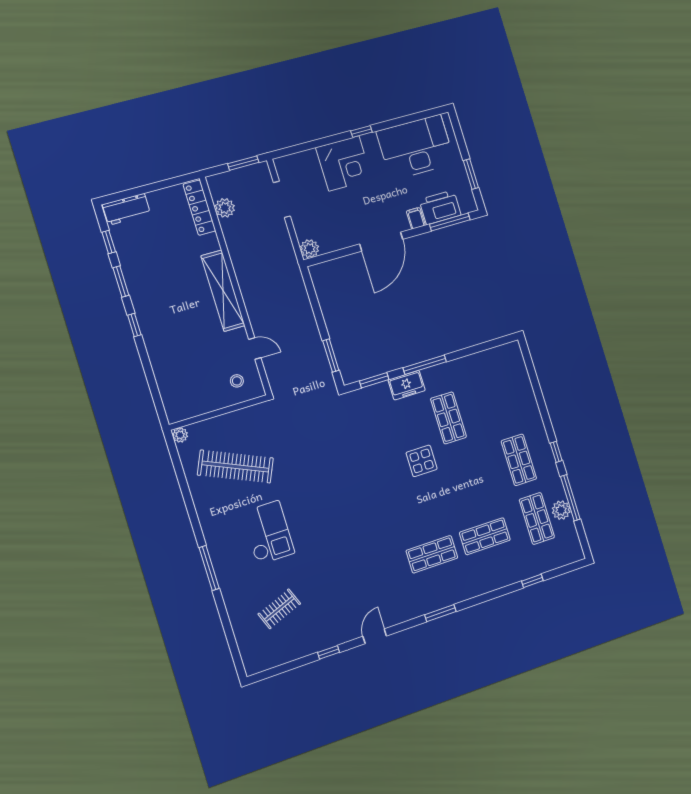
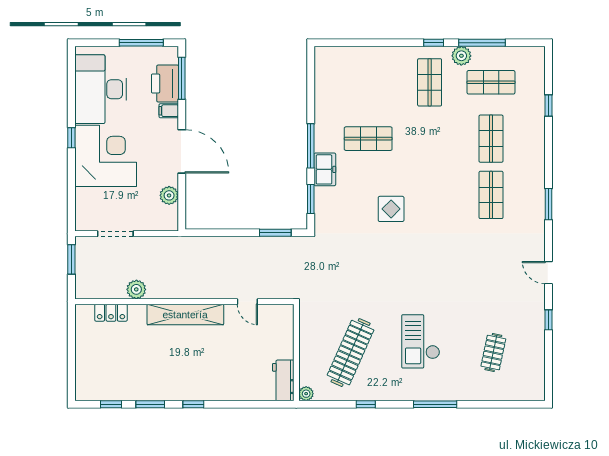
corner desk: (344, 163) -> (106, 156), width x1.36, depth x1.36
window: (471, 174) -> (141, 43), width x1.44
locker: (199, 208) -> (111, 313), width x0.66
plant: (225, 208) -> (136, 289), moved
workbench: (127, 209) -> (283, 380), moved, turned 180
plant: (310, 249) -> (169, 195), moved
door: (255, 348) -> (247, 302), swing flipped
stool: (237, 381) -> (272, 327), removed
shop shelf: (519, 460) -> (430, 82), turned 90
display table: (422, 461) -> (391, 209), moved
window: (188, 498) -> (366, 404), added
plant: (561, 510) -> (461, 56), moved
checkout: (268, 533) -> (421, 341), turned -90
clothes rail: (279, 609) -> (493, 353), turned 33

